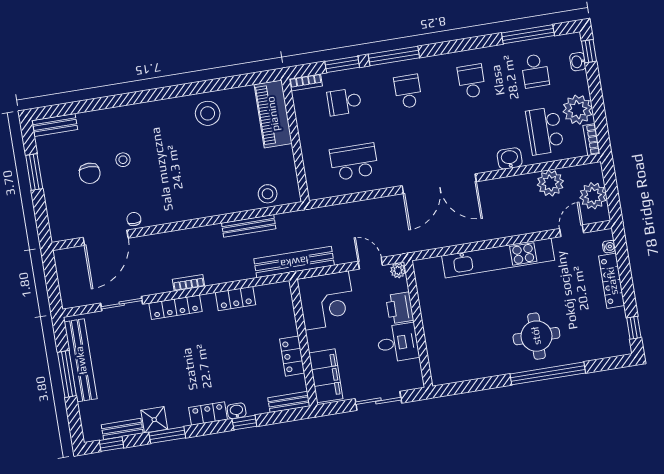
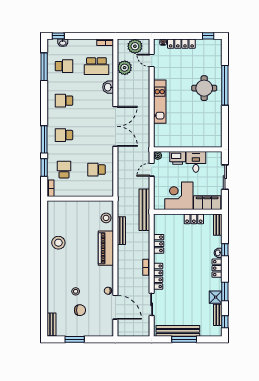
school desk: (344, 102) -> (64, 170), turned 180
plant: (578, 110) -> (88, 47), removed
piano: (273, 114) -> (106, 248), moved, turned 90
school desk: (354, 162) -> (96, 170), width x0.54
kitchen unit: (498, 258) -> (160, 102), width x0.73
corner desk: (327, 301) -> (179, 196), moved, turned -90

